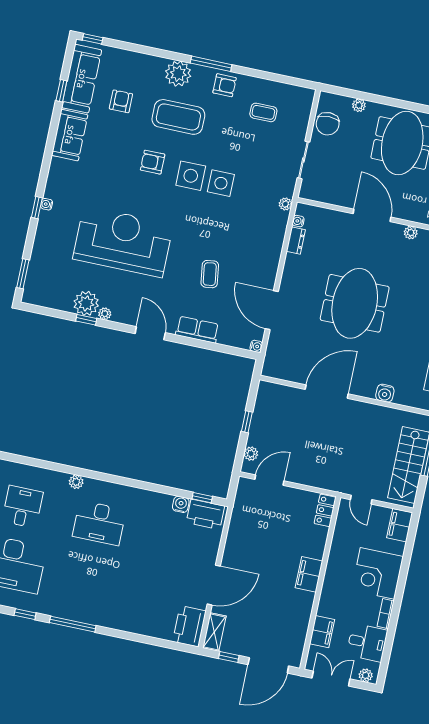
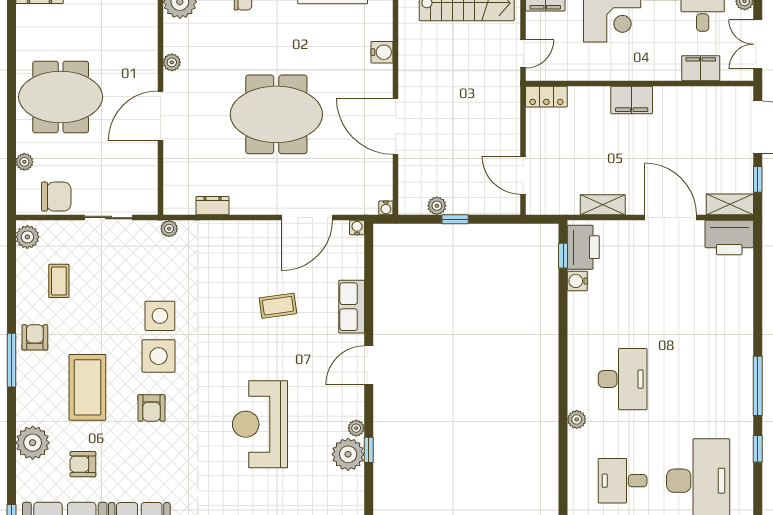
plant: (178, 74) -> (33, 443), moved
plant: (302, 96) -> (27, 237), added
water cooler: (298, 221) -> (386, 208), moved
reception desk: (123, 242) -> (260, 424), width x0.74, depth x0.77
plant: (251, 454) -> (437, 206), moved
shelving: (234, 536) -> (603, 205), added

